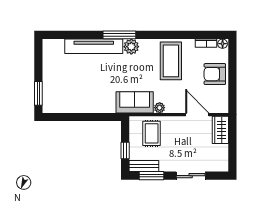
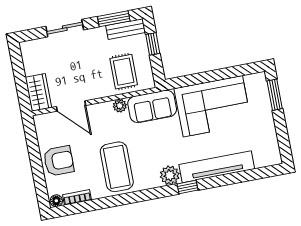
window: (119, 35) -> (188, 187), width x0.46
corner sofa: (88, 94) -> (213, 106), added

